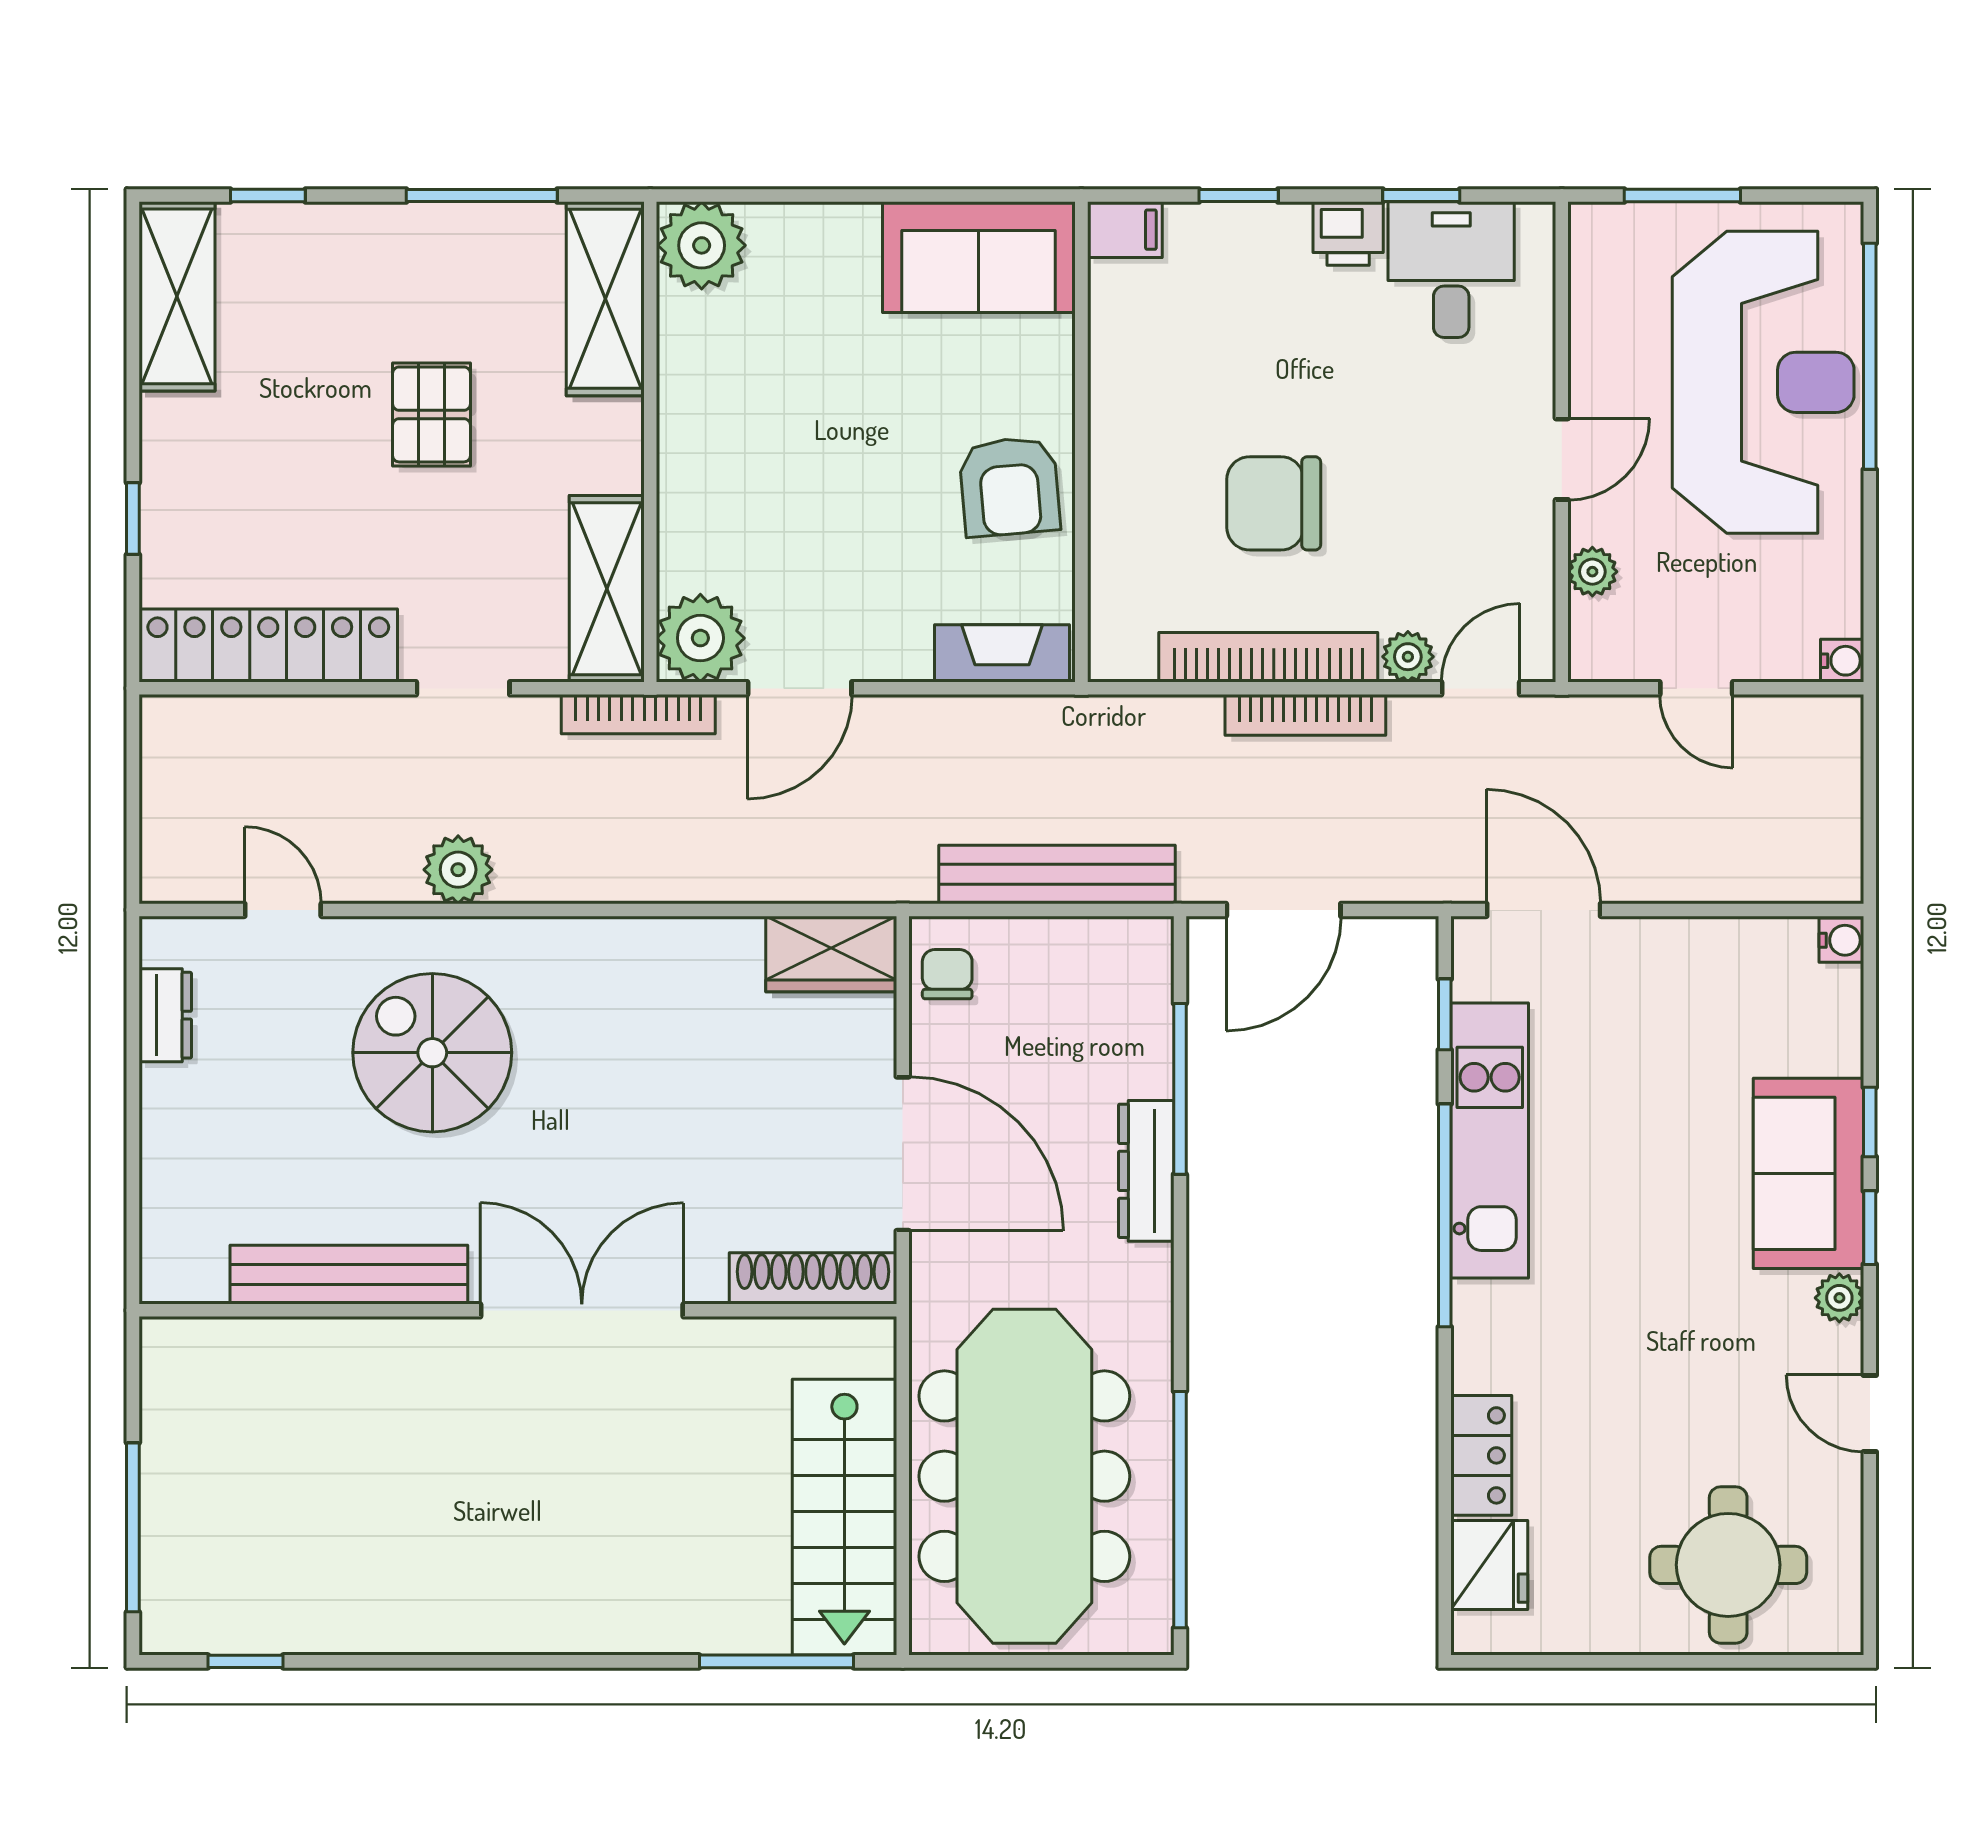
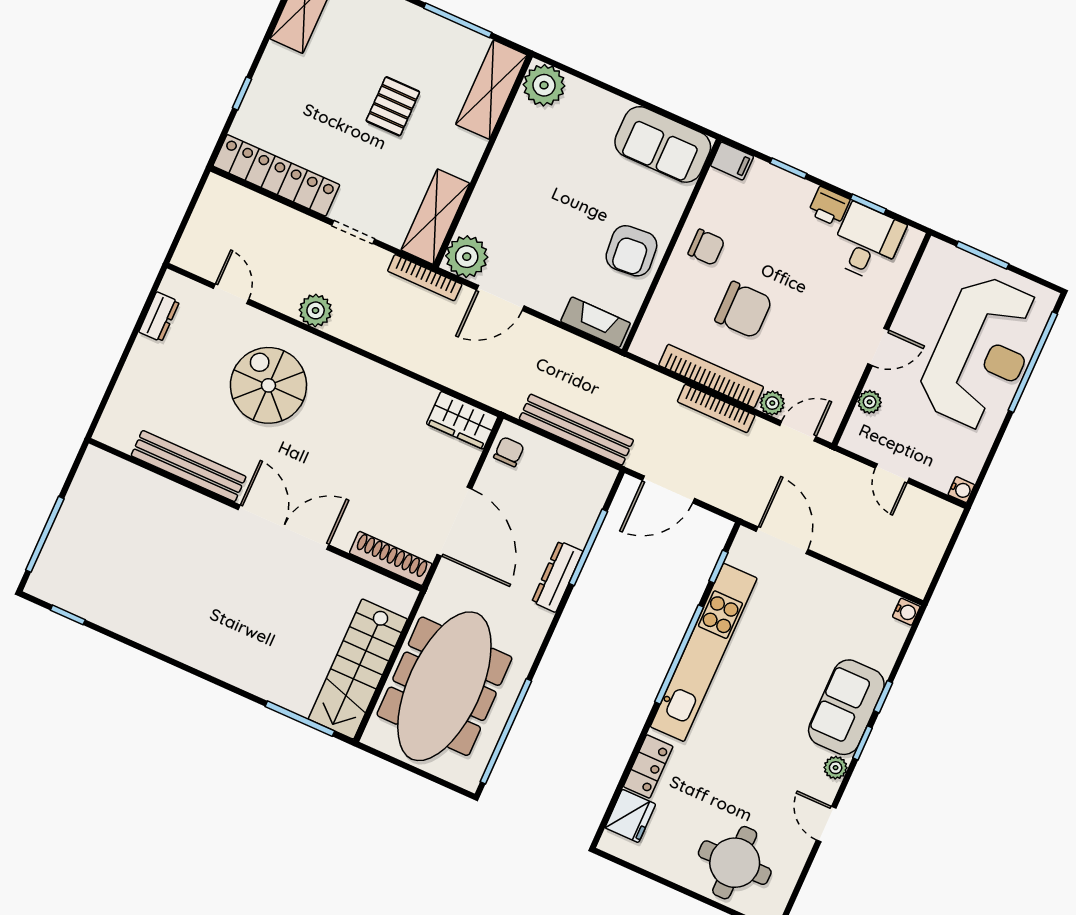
chair: (1149, 416) -> (706, 247), added
chair: (1274, 503) -> (744, 310), turned 180
kitchen unit: (1490, 1141) -> (704, 652), width x1.36

